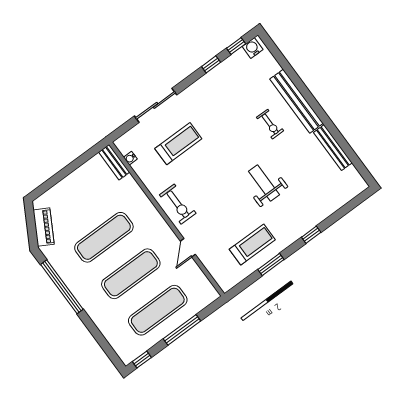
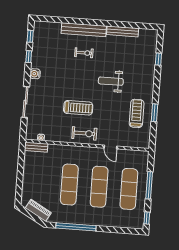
water cooler: (253, 48) -> (35, 74), moved
treadmill: (178, 144) -> (78, 108), moved, turned 90
window: (311, 235) -> (158, 59), moved

